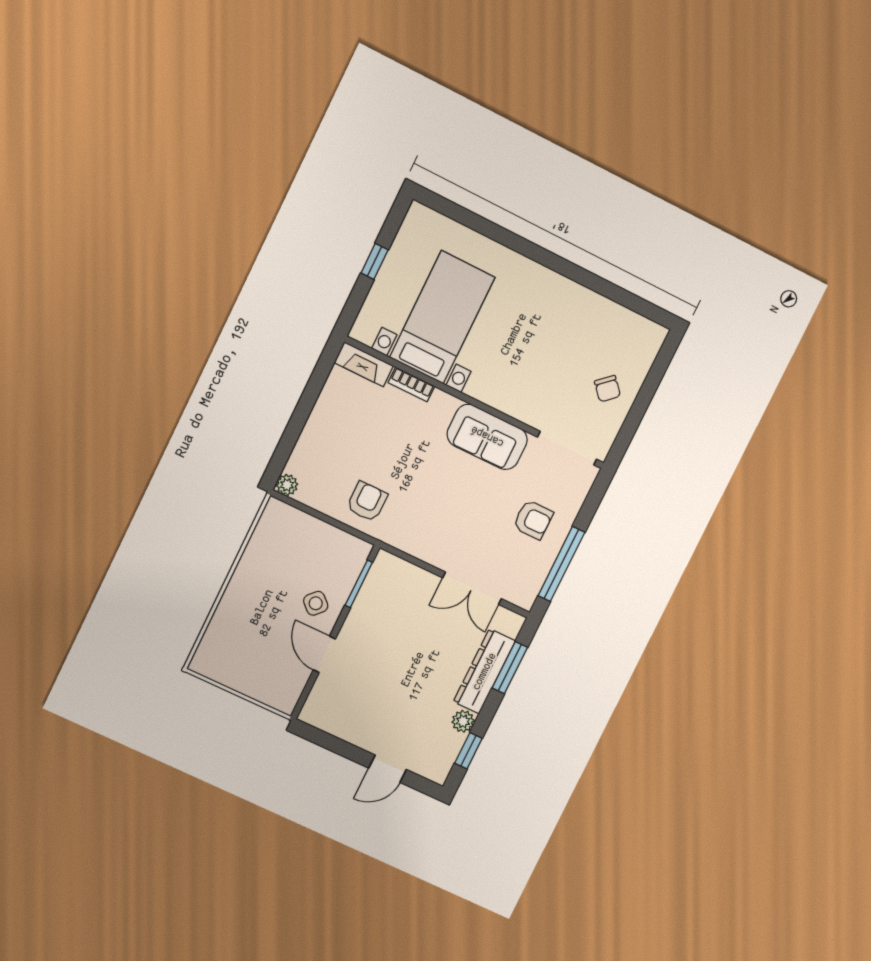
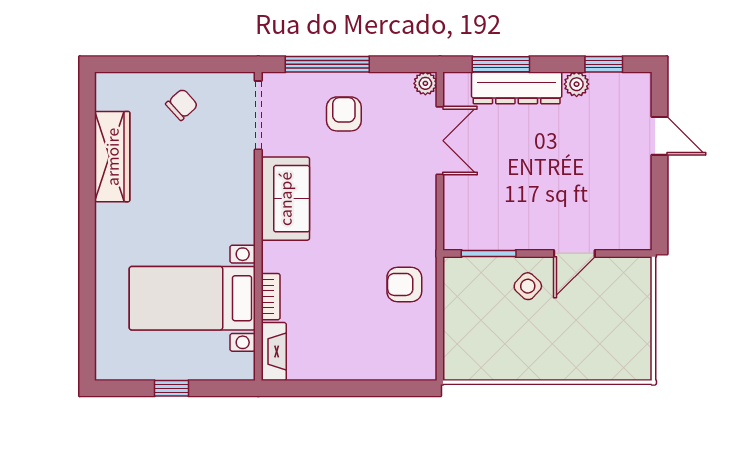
wardrobe: (594, 309) -> (112, 157), added
plant: (287, 485) -> (425, 83), moved
window: (561, 564) -> (327, 64), moved

